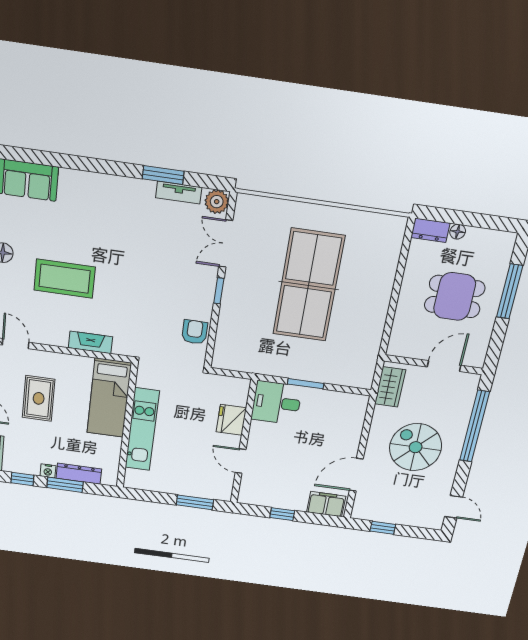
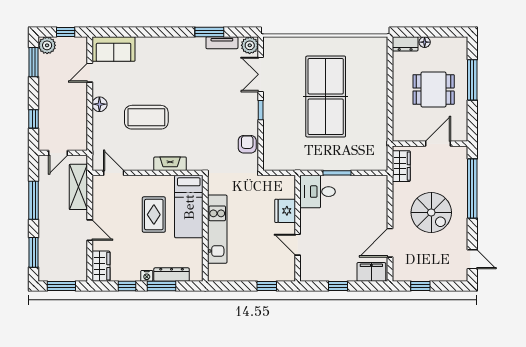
rug: (39, 398) -> (154, 215), moved
spiral stairs: (416, 447) -> (431, 213), turned 180
window: (195, 502) -> (267, 286), width x0.67

